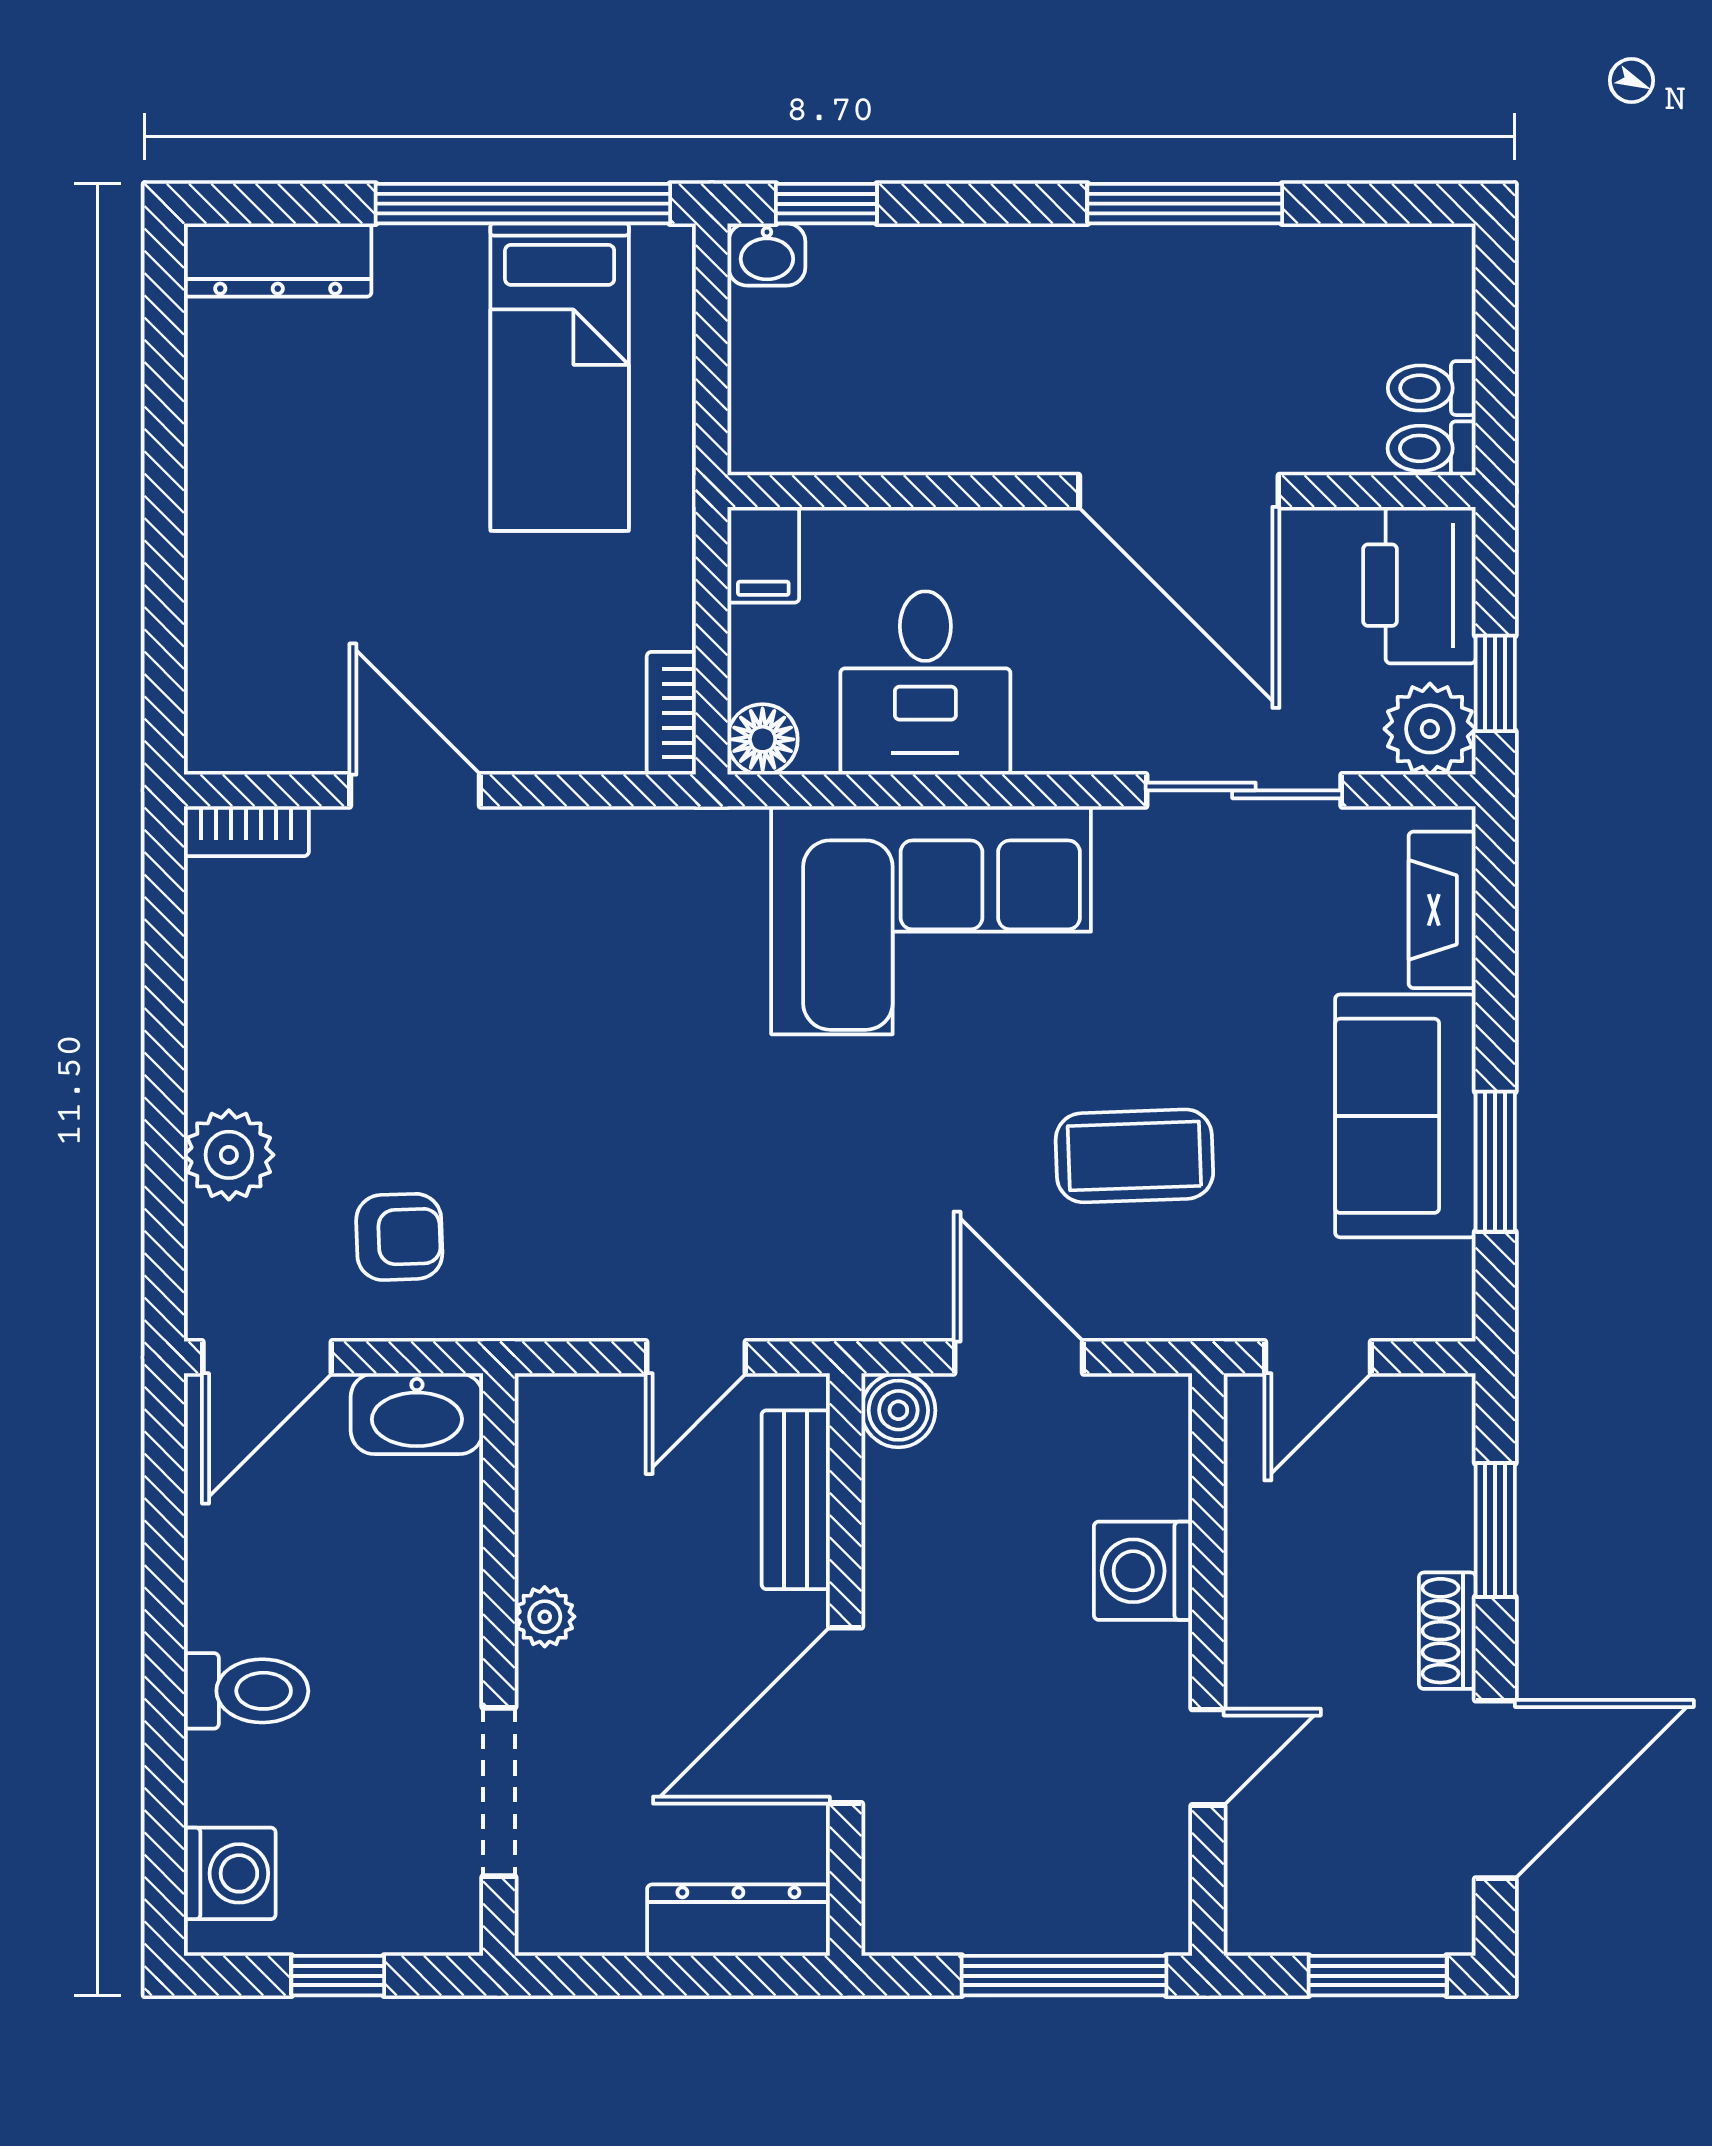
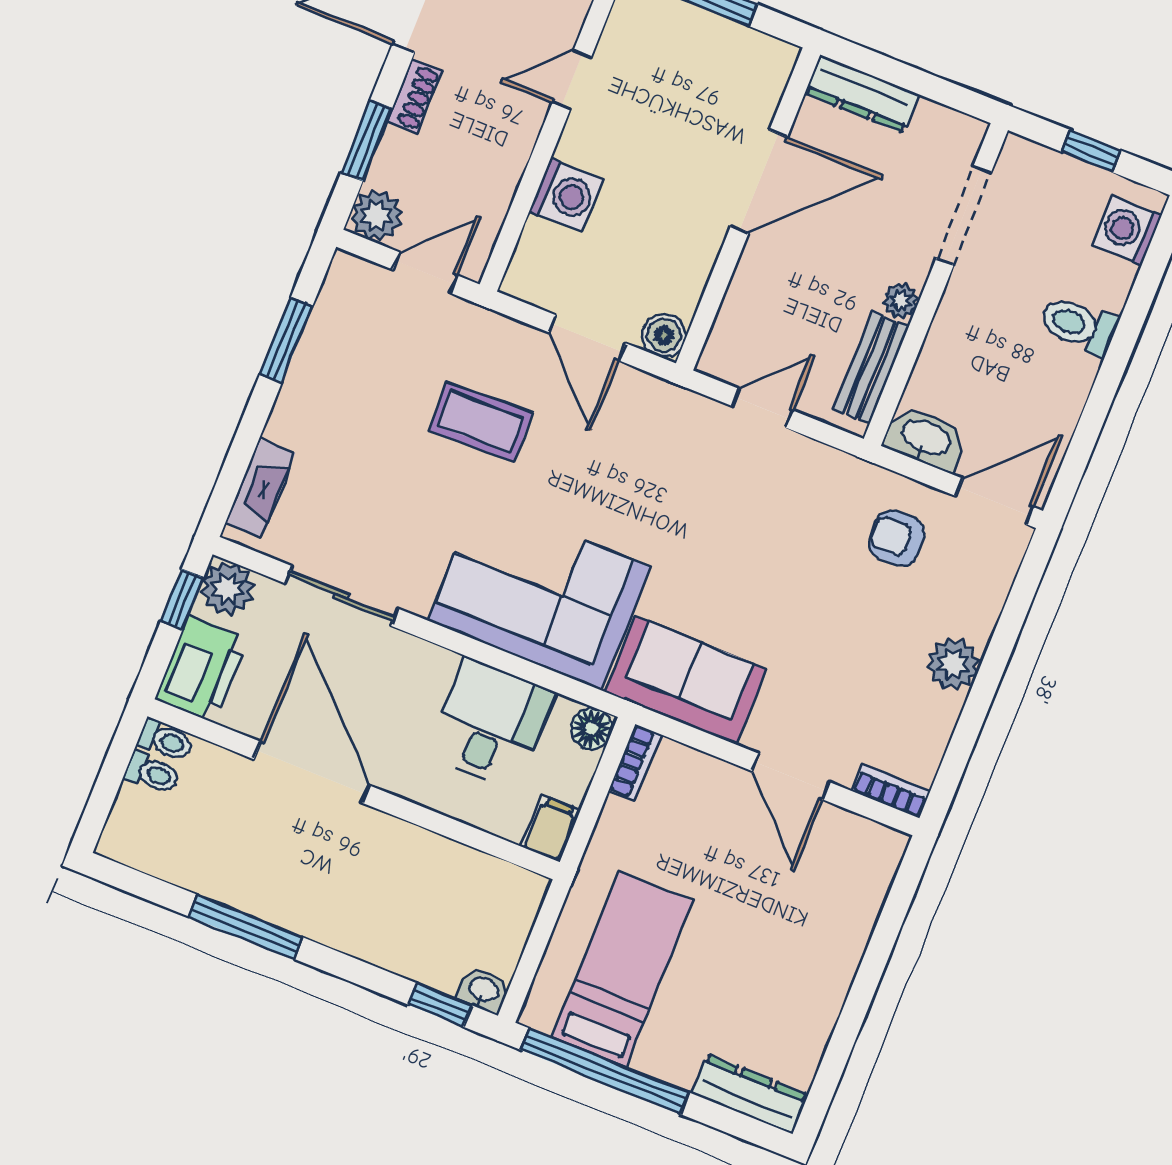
sofa: (1405, 1116) -> (686, 680), moved, turned -90
plant: (229, 1155) -> (953, 664), moved
plant: (1431, 1417) -> (377, 215), added
bench: (796, 1500) -> (871, 368), moved

